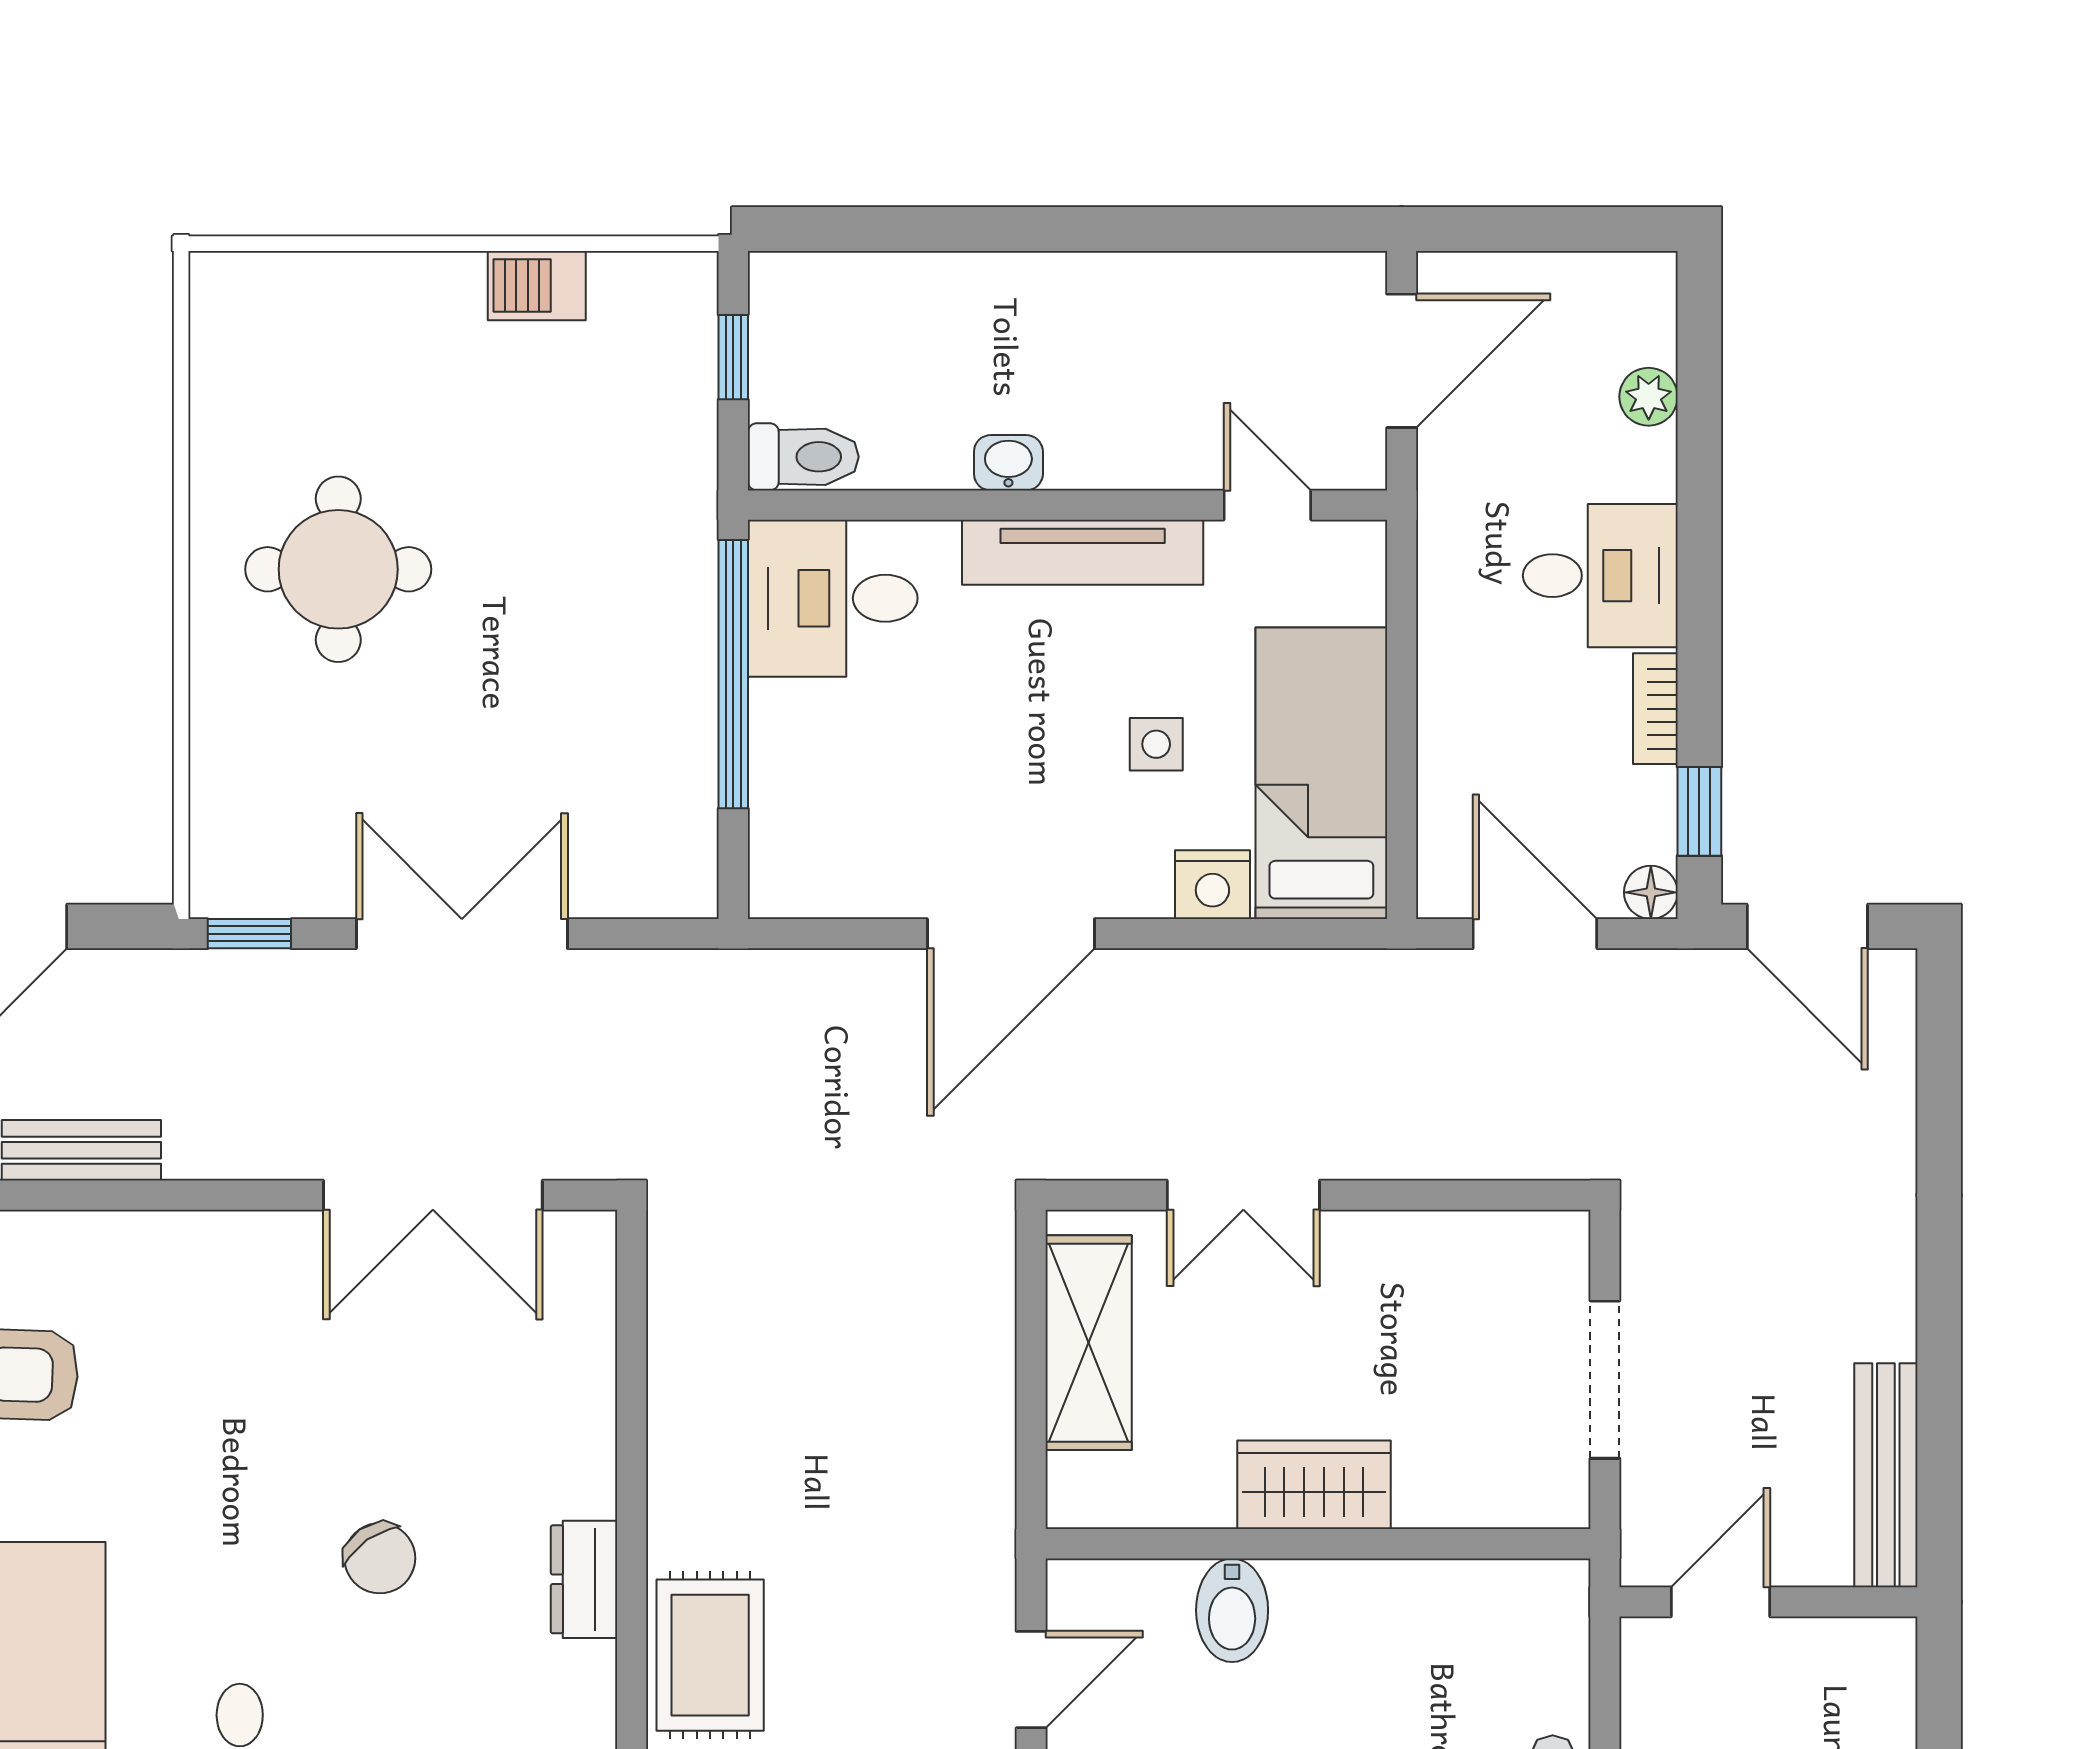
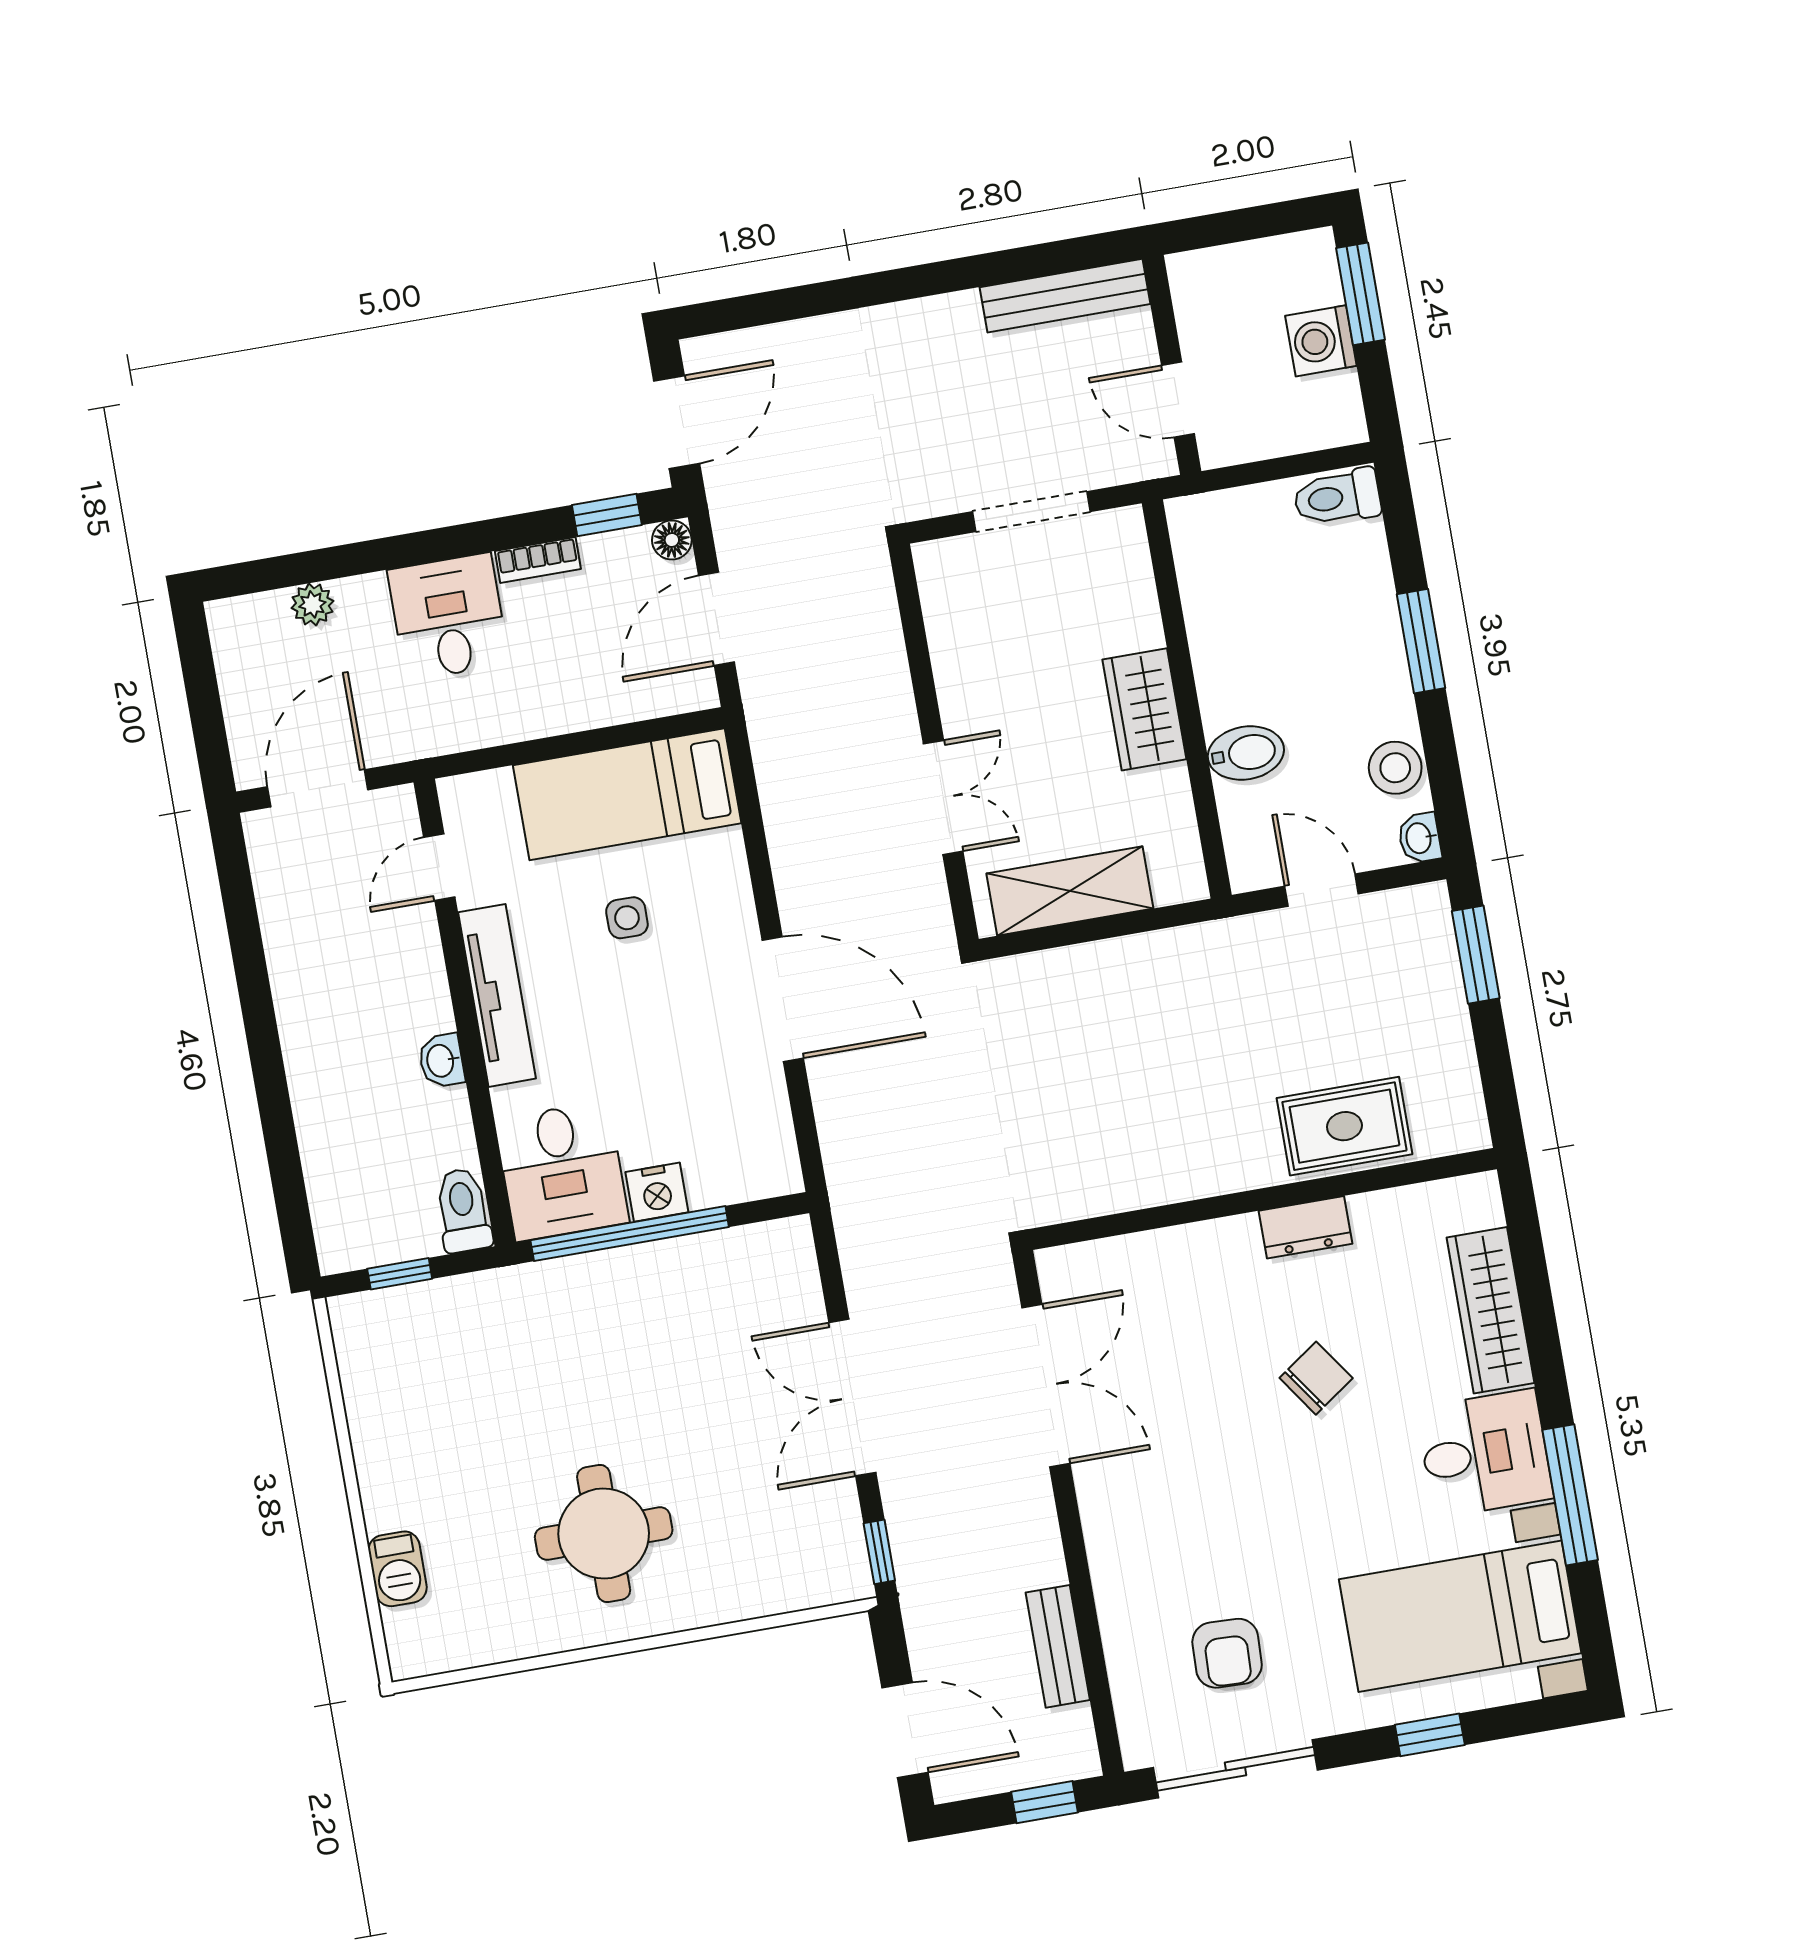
barbecue: (537, 286) -> (398, 1569), moved
door: (1402, 361) -> (318, 788), hinge flipped
nightstand: (1212, 885) -> (657, 1192), moved, turned 90

